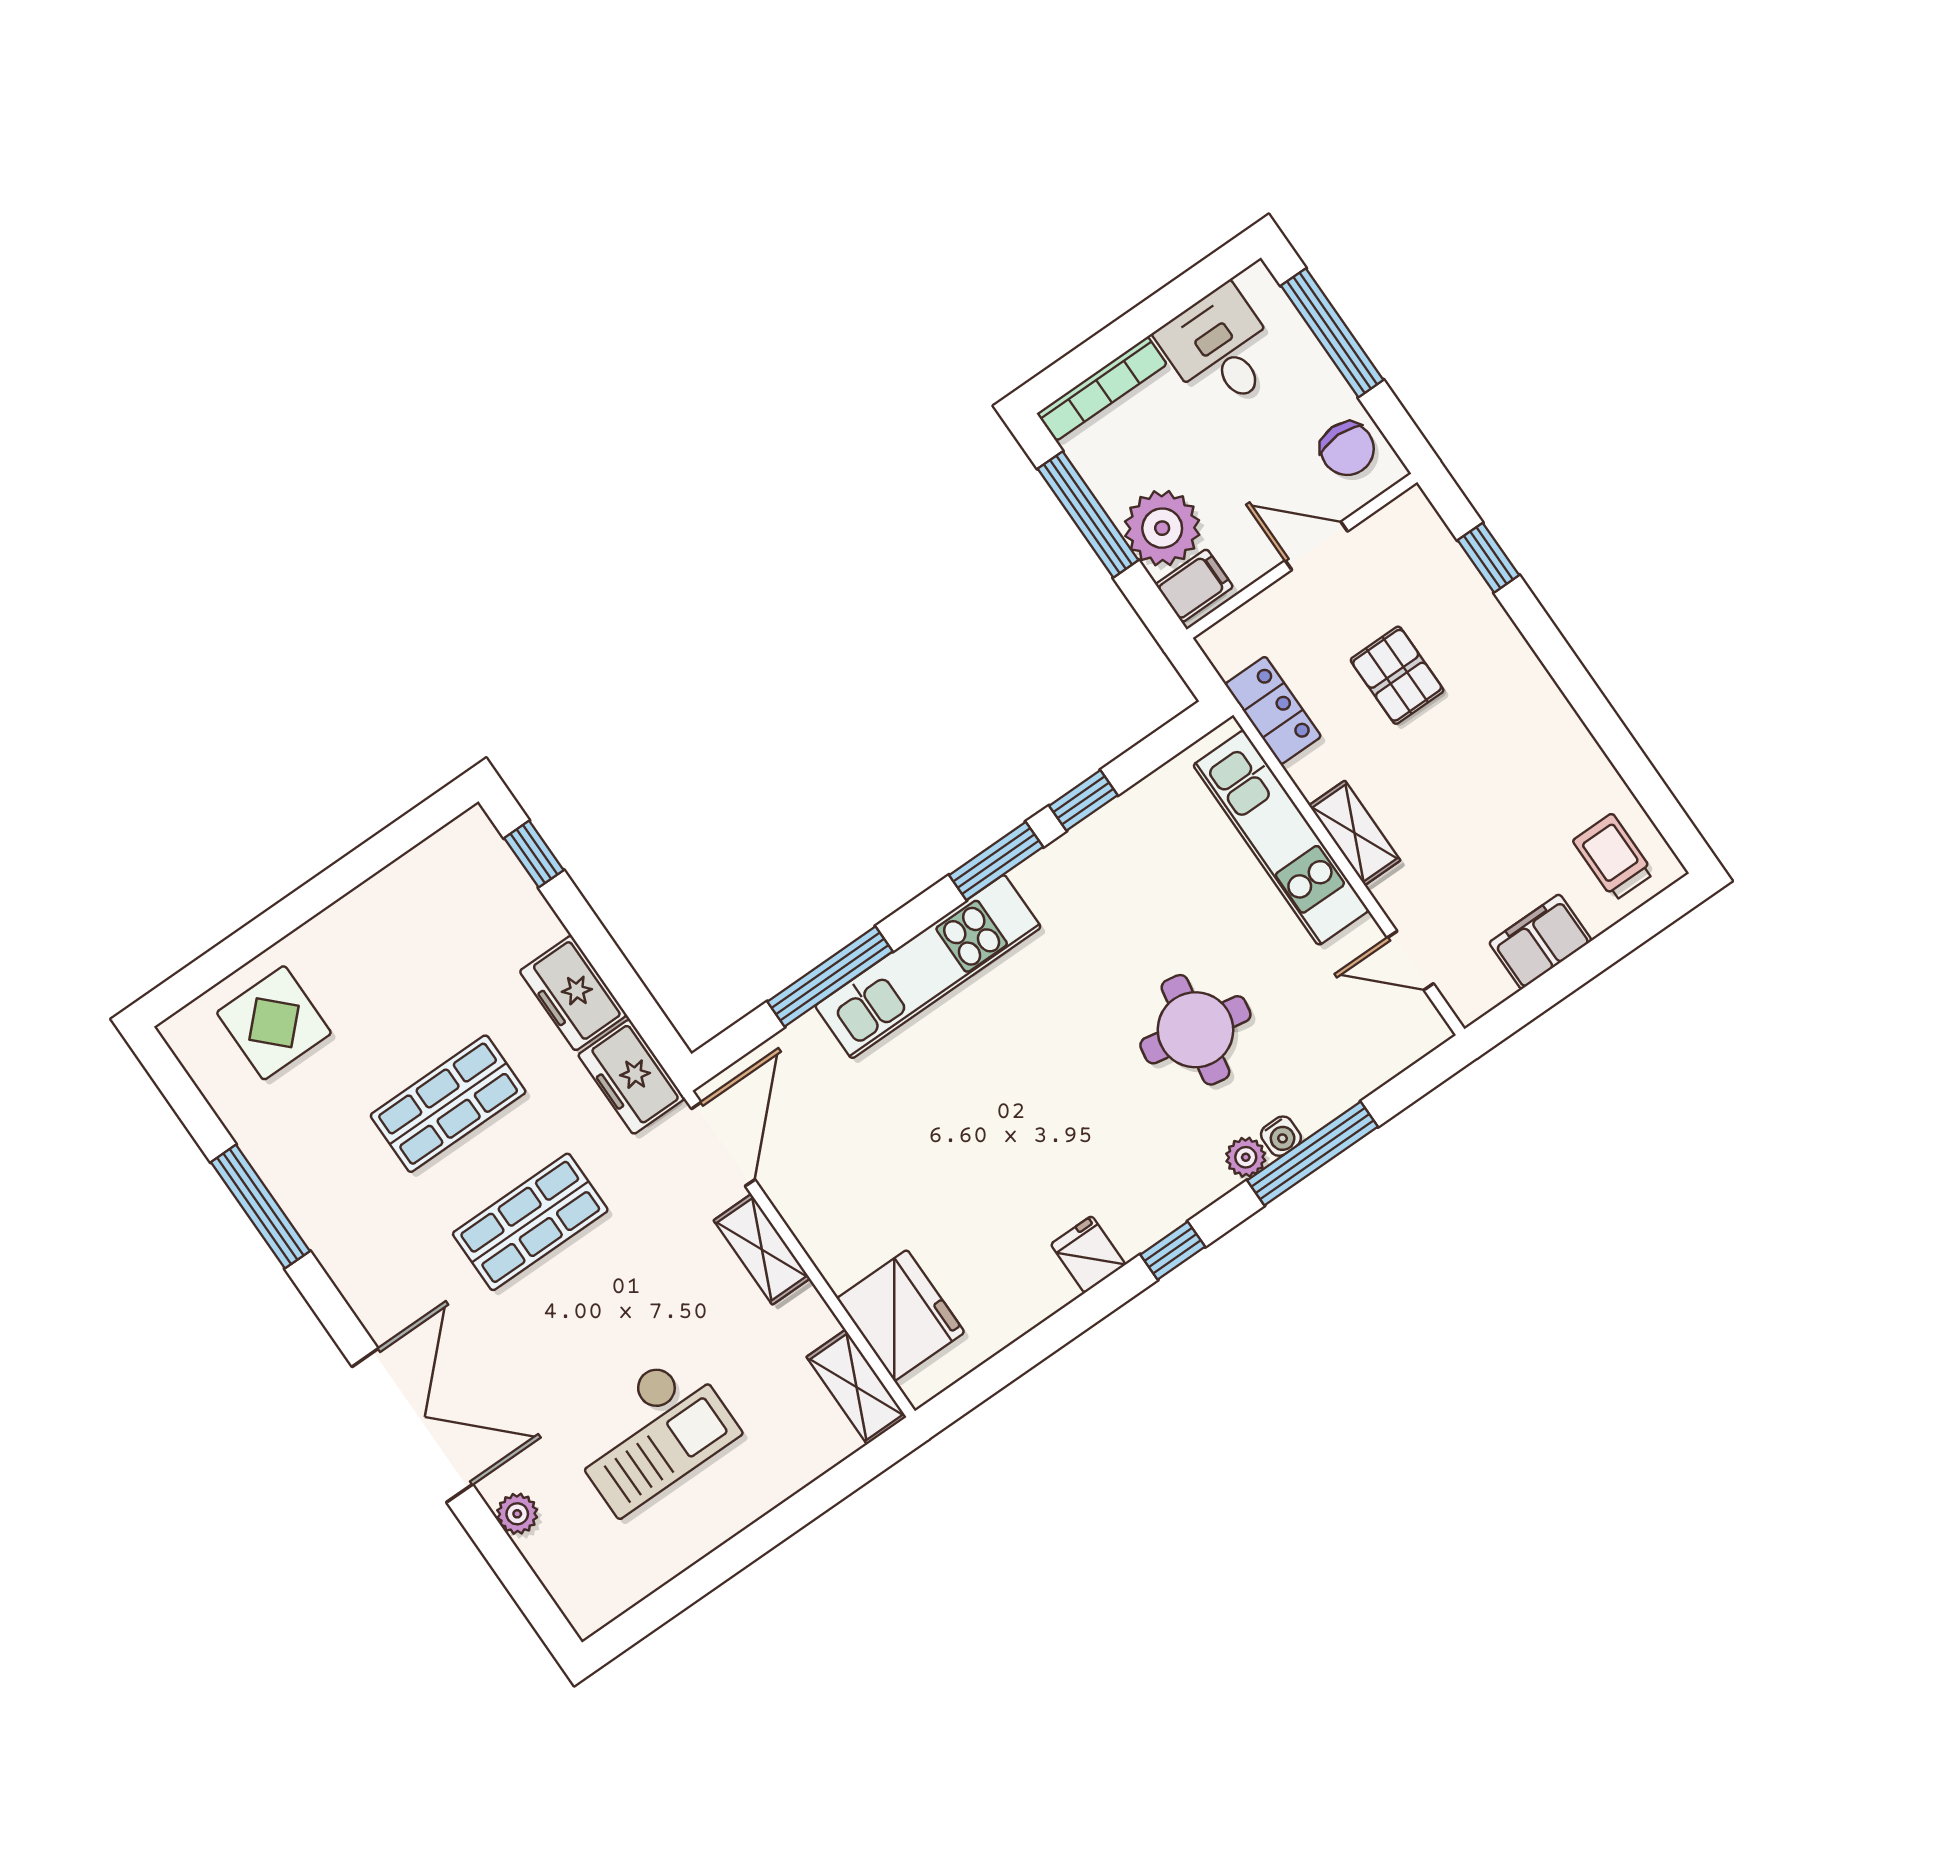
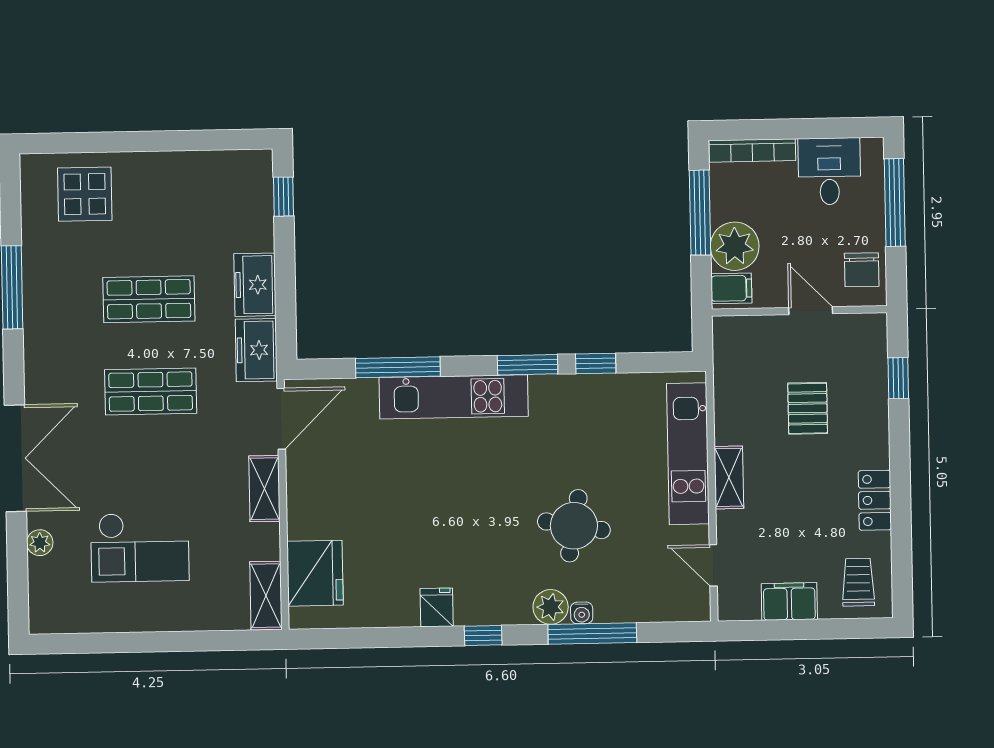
locker: (1273, 710) -> (875, 500), moved, turned 180
plant: (1246, 1157) -> (551, 607), width x1.38, depth x1.38

